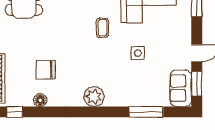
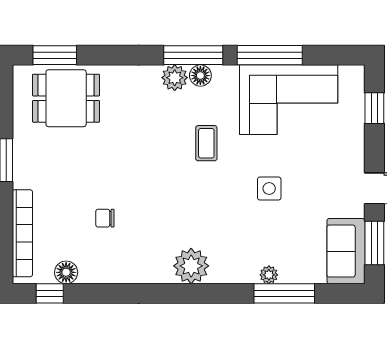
chair: (46, 70) -> (105, 218), width x0.54, depth x0.54
floor lamp: (40, 100) -> (66, 272), moved
plant: (138, 102) -> (269, 275), added

